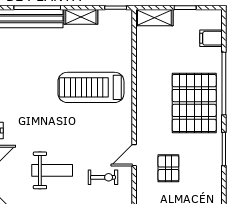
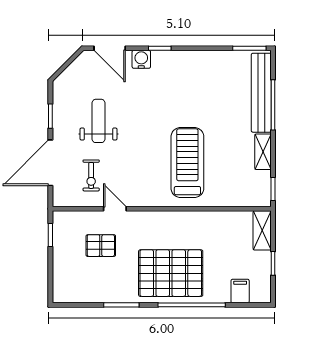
weight bench: (52, 170) -> (99, 121), turned 180

